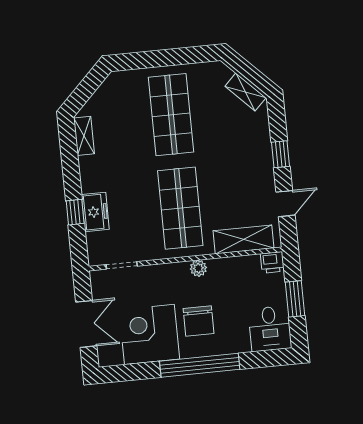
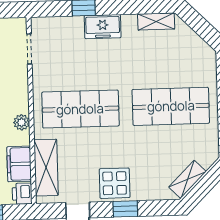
display table: (255, 167) -> (115, 183), added
freezer: (95, 212) -> (103, 27), moved
filing cabinet: (242, 268) -> (19, 164), added

